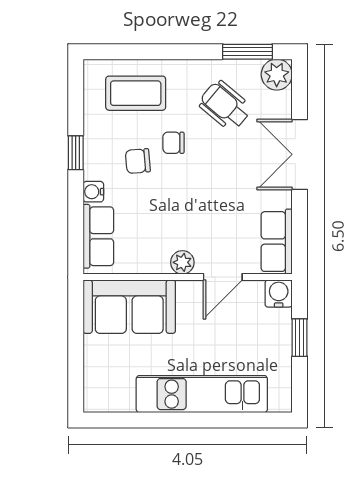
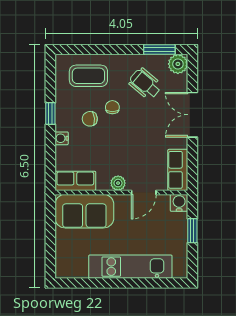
chair: (173, 143) -> (112, 107), turned 90
row of seats: (98, 236) -> (75, 181), moved, turned -90

